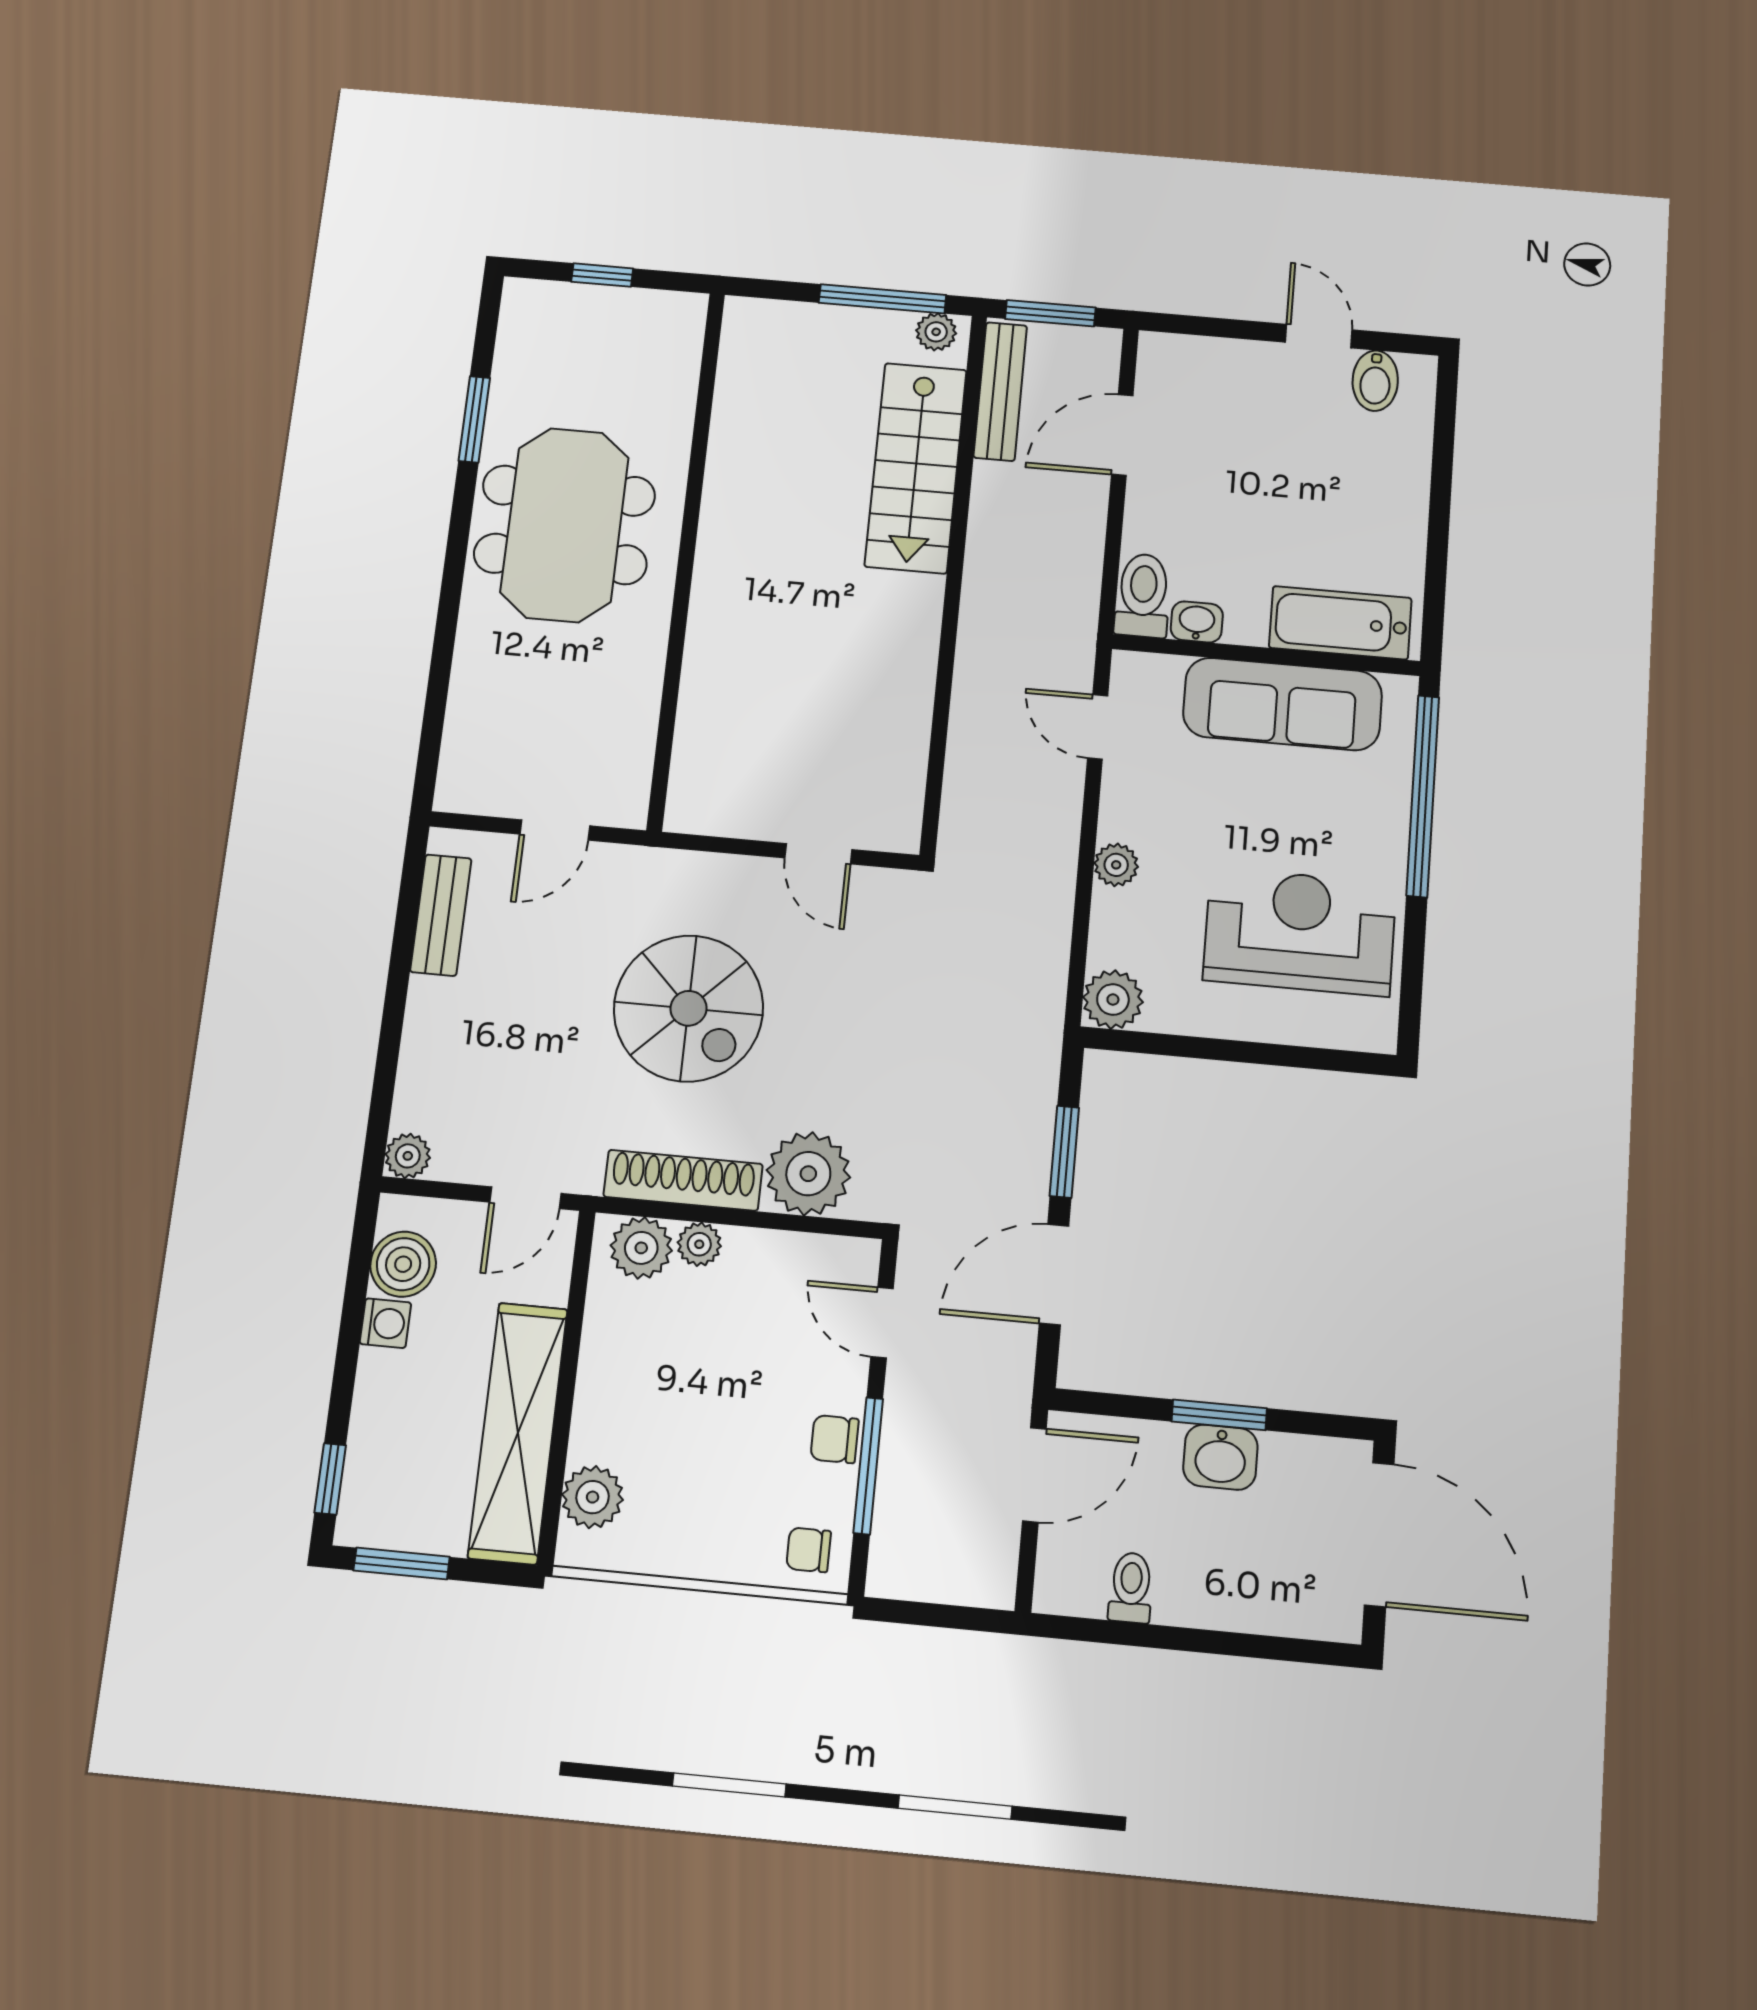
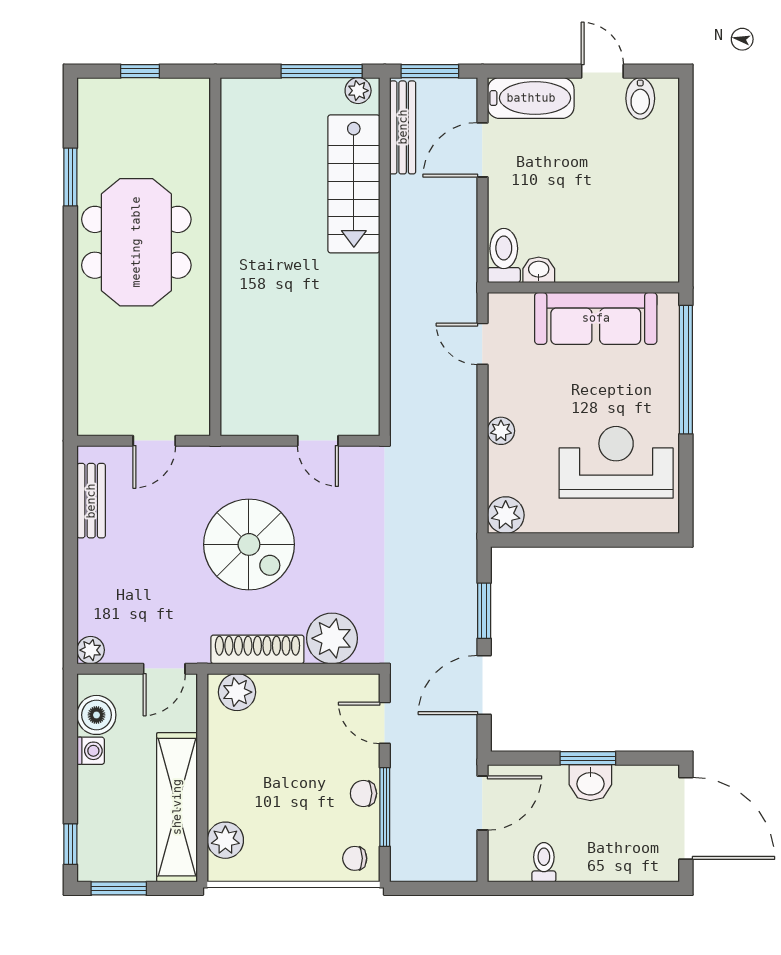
bathtub: (1340, 623) -> (531, 98), moved, turned 180
plant: (699, 1244) -> (271, 687), removed

